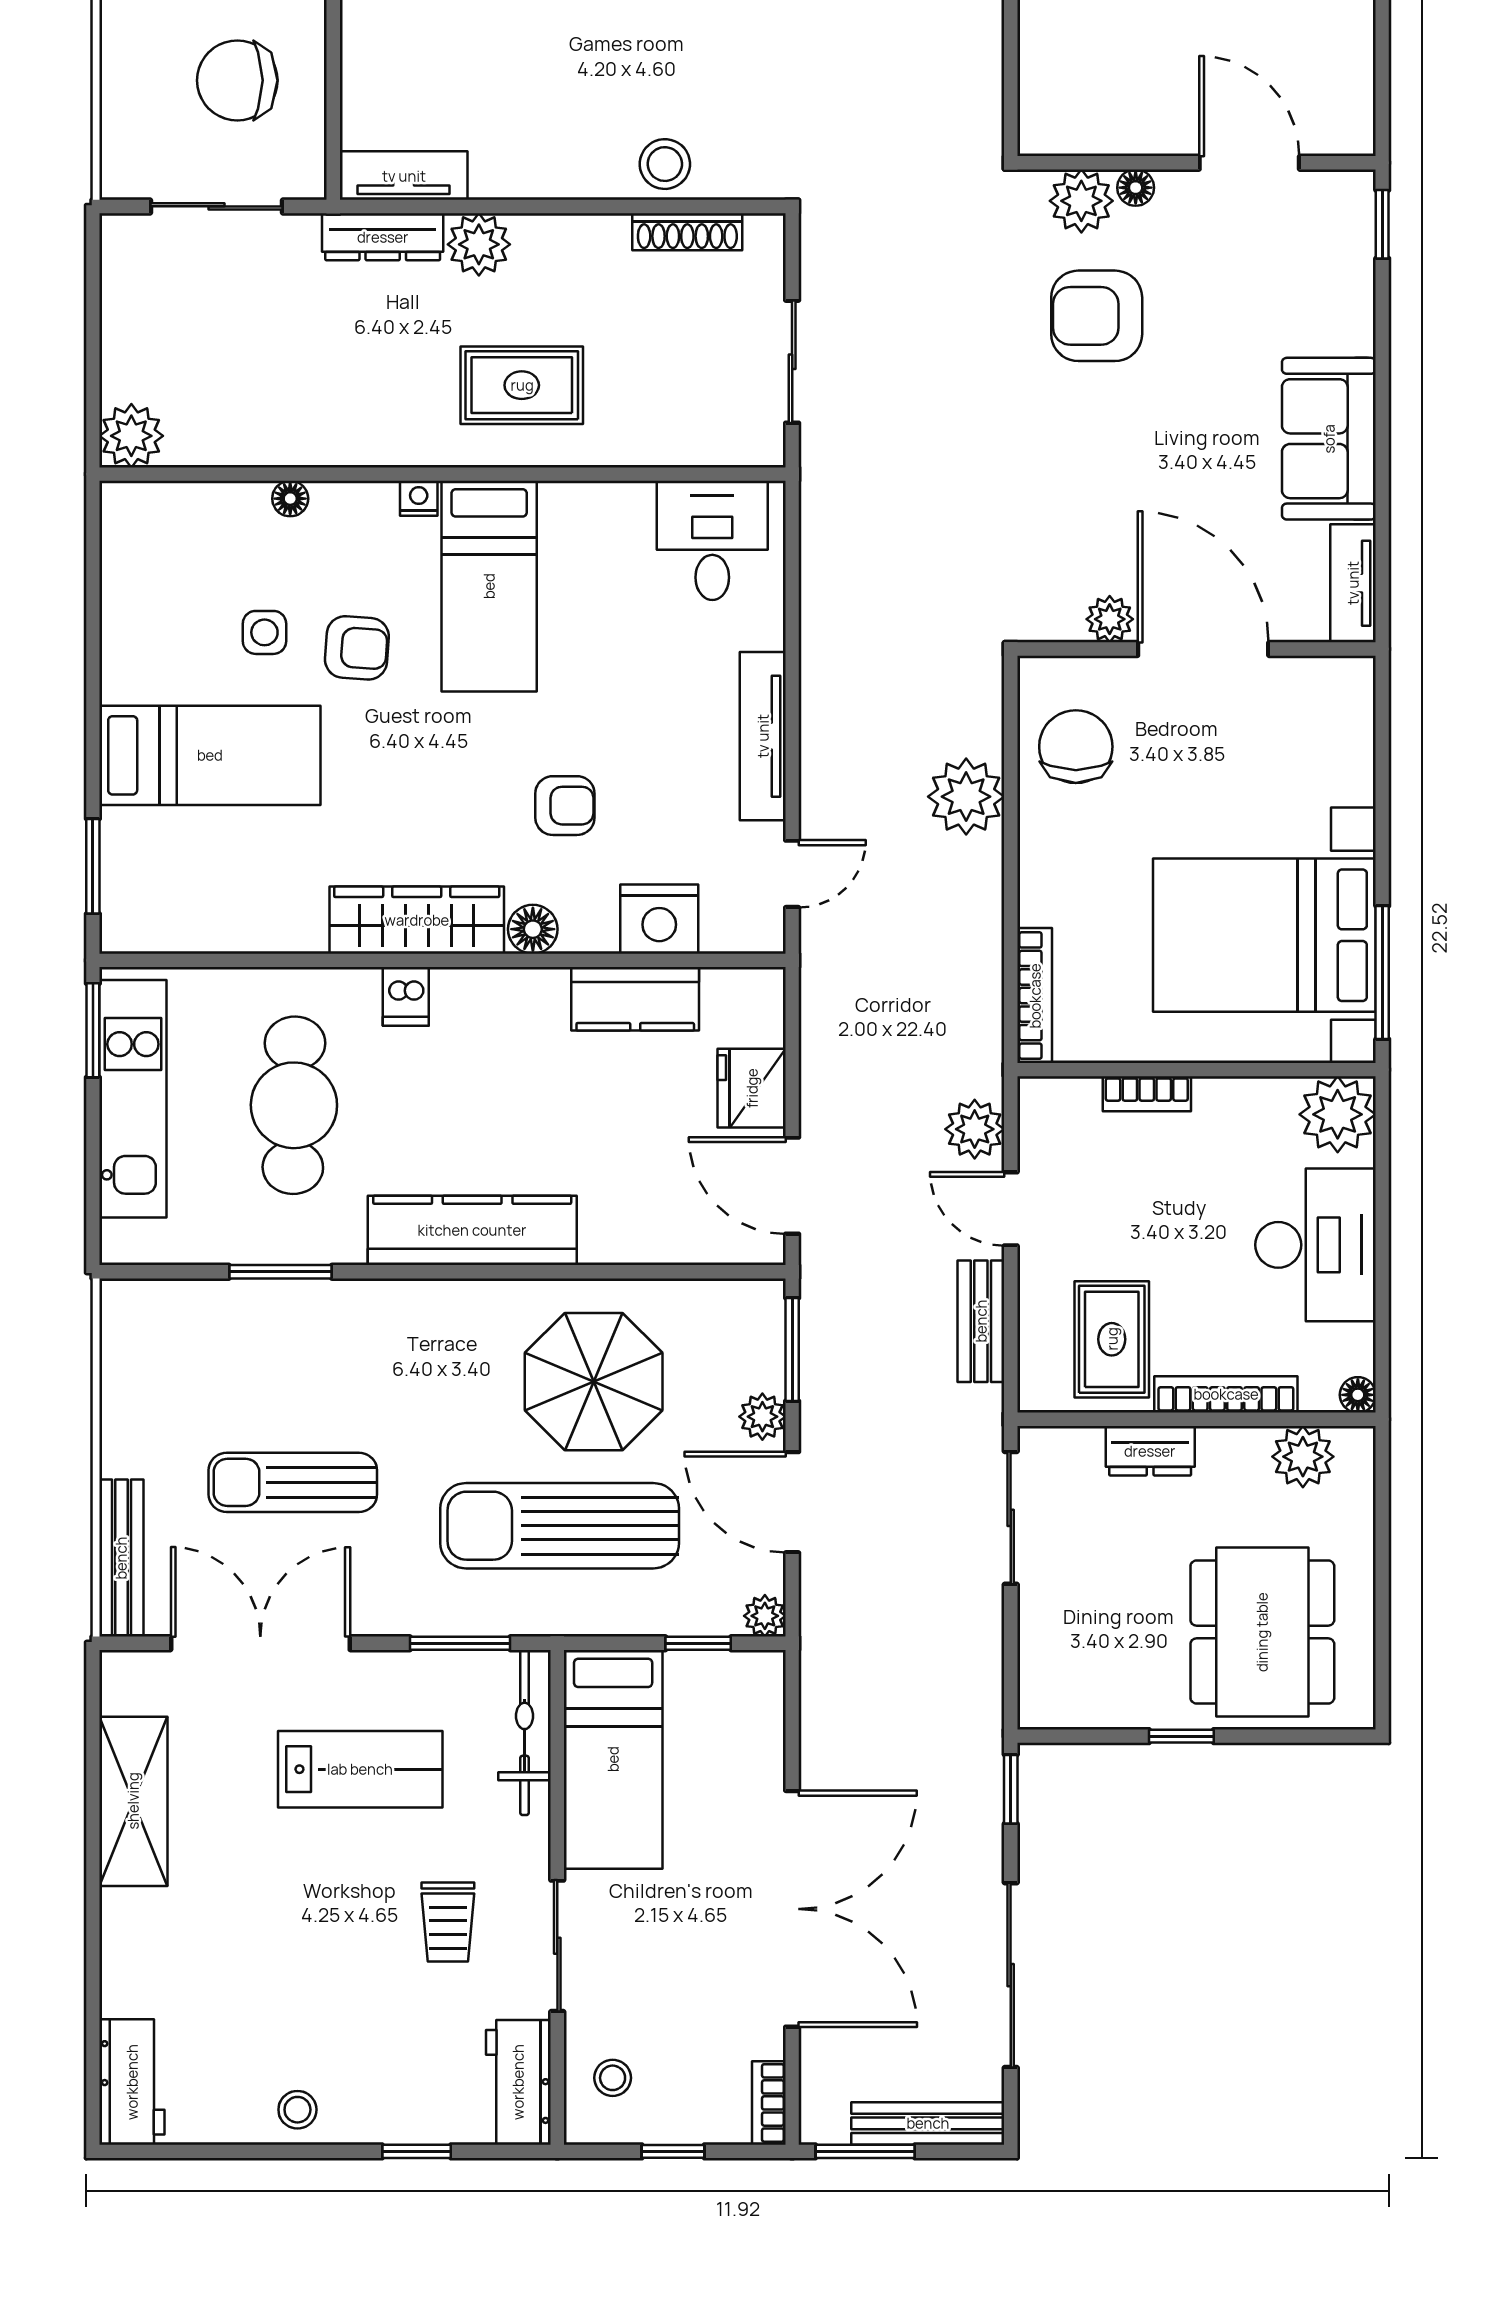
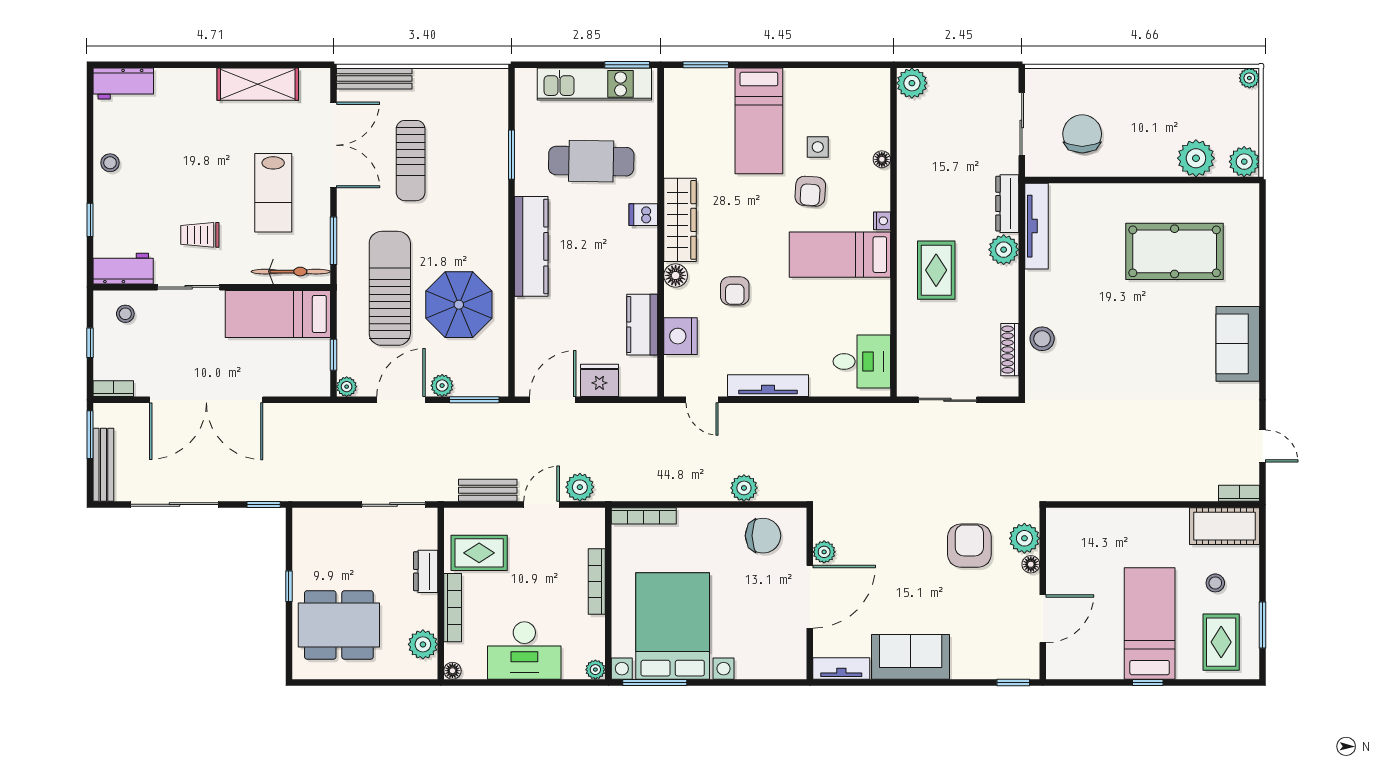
tv unit: (404, 176) -> (1037, 226), width x1.41
plant: (966, 797) -> (744, 488), width x0.73, depth x0.73
bookcase: (1147, 1094) -> (597, 581), width x1.56
plant: (1338, 1114) -> (595, 670), width x0.53, depth x0.53
sun lounger: (293, 1482) -> (411, 161), turned 180

